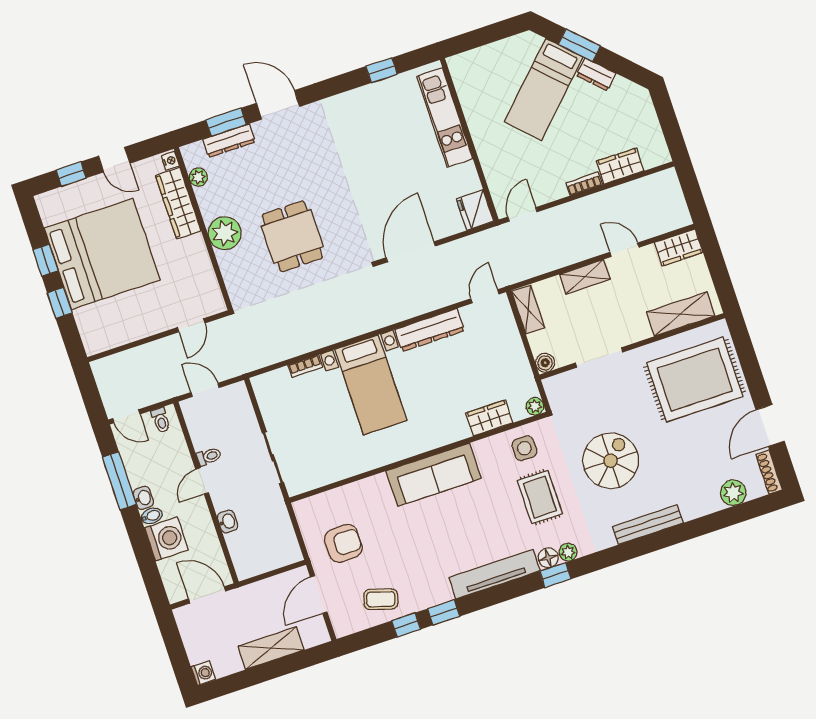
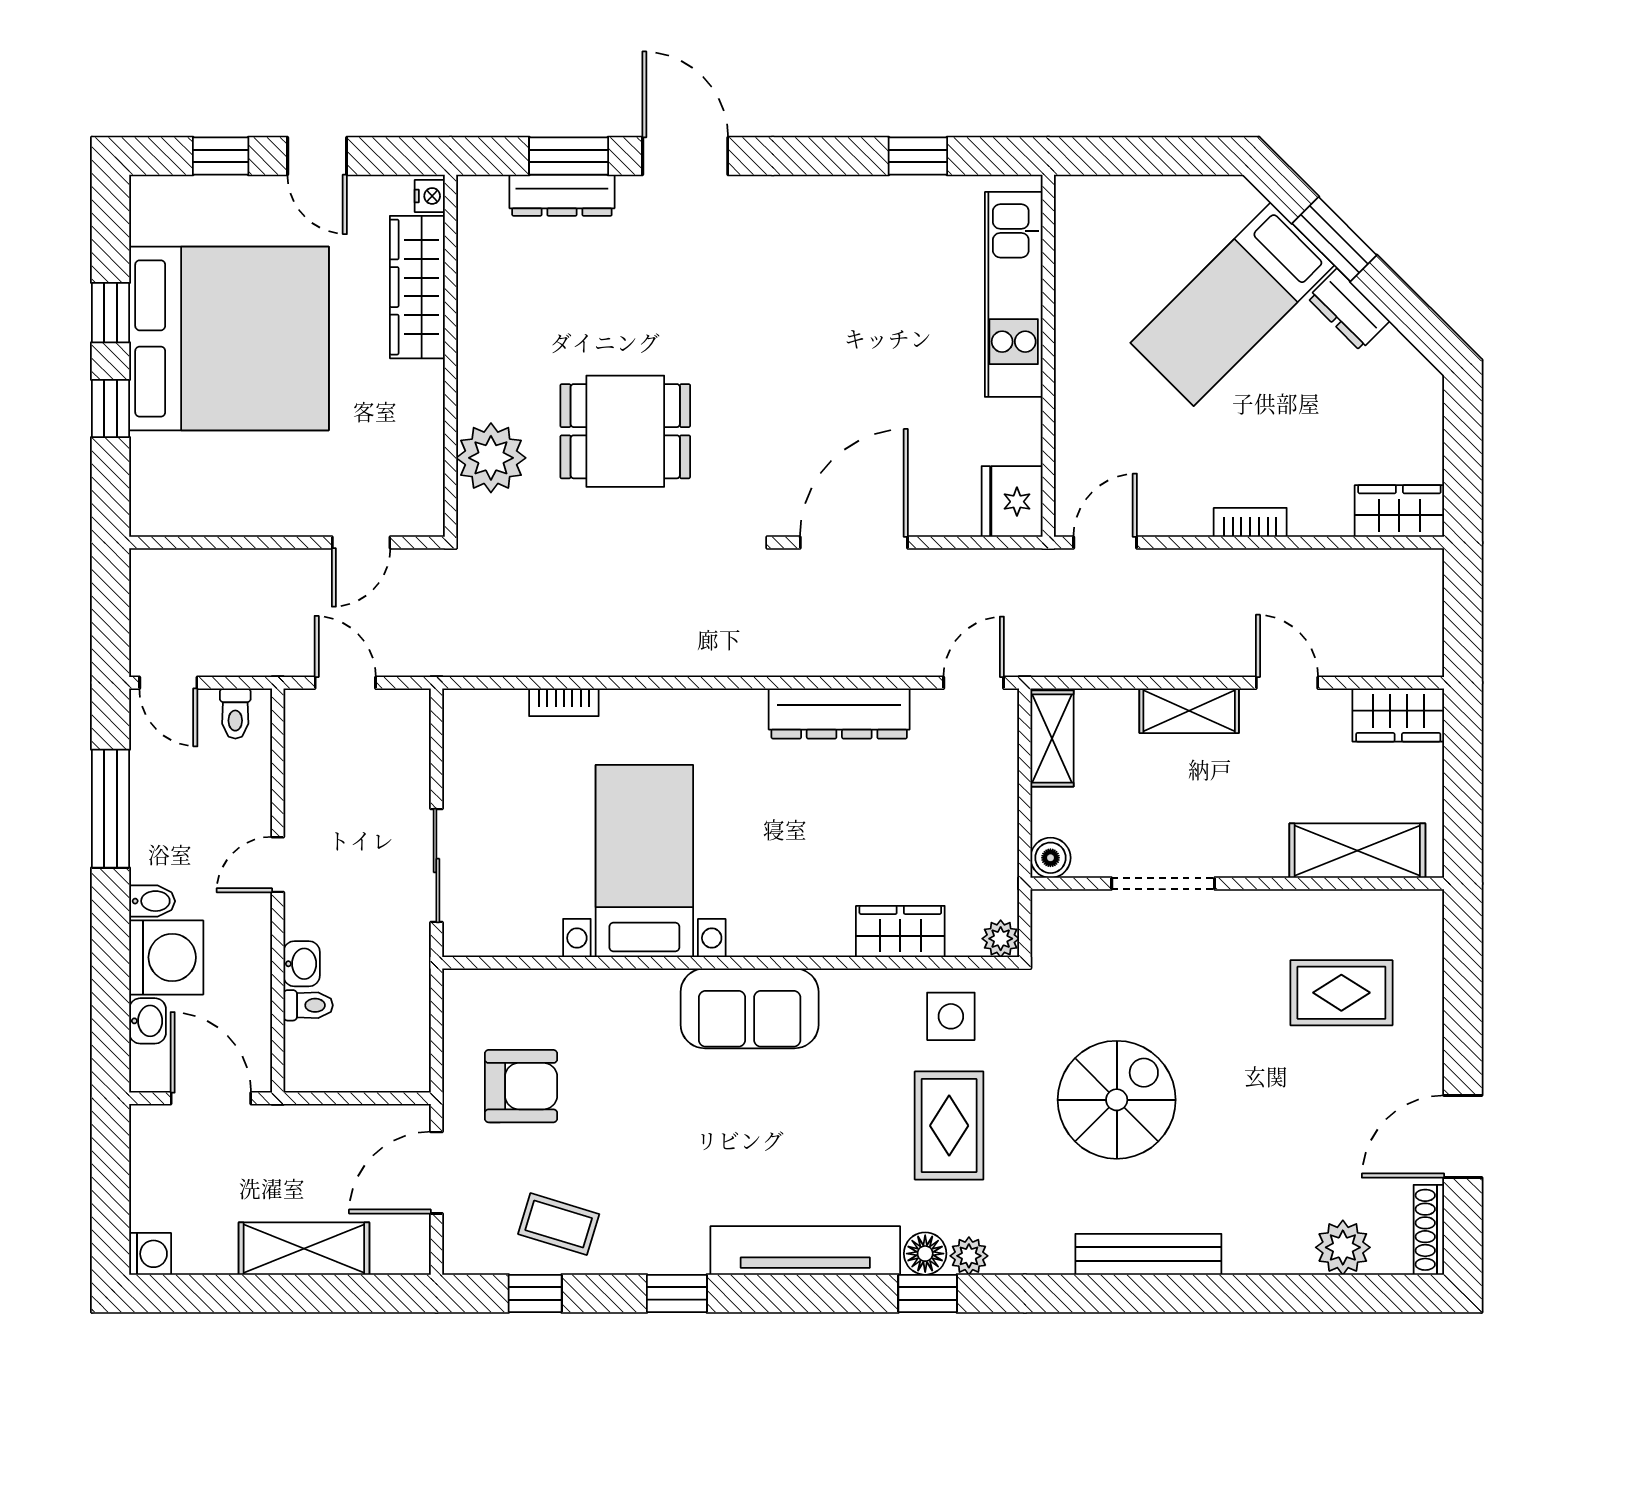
wardrobe: (620, 166) -> (1399, 511), moved
plant: (198, 177) -> (475, 248), removed
plant: (225, 233) -> (491, 458), moved
dining table: (292, 236) -> (625, 431), turned 90
rug: (695, 380) -> (1341, 993), width x0.54, depth x0.49
bed with nightstands: (371, 385) -> (644, 861), moved, turned 180
toilet: (209, 456) -> (308, 1005), moved
sofa: (434, 475) -> (750, 1008), width x0.73
washbasin: (143, 498) -> (148, 1021), moved
window: (406, 625) -> (535, 1293), moved

